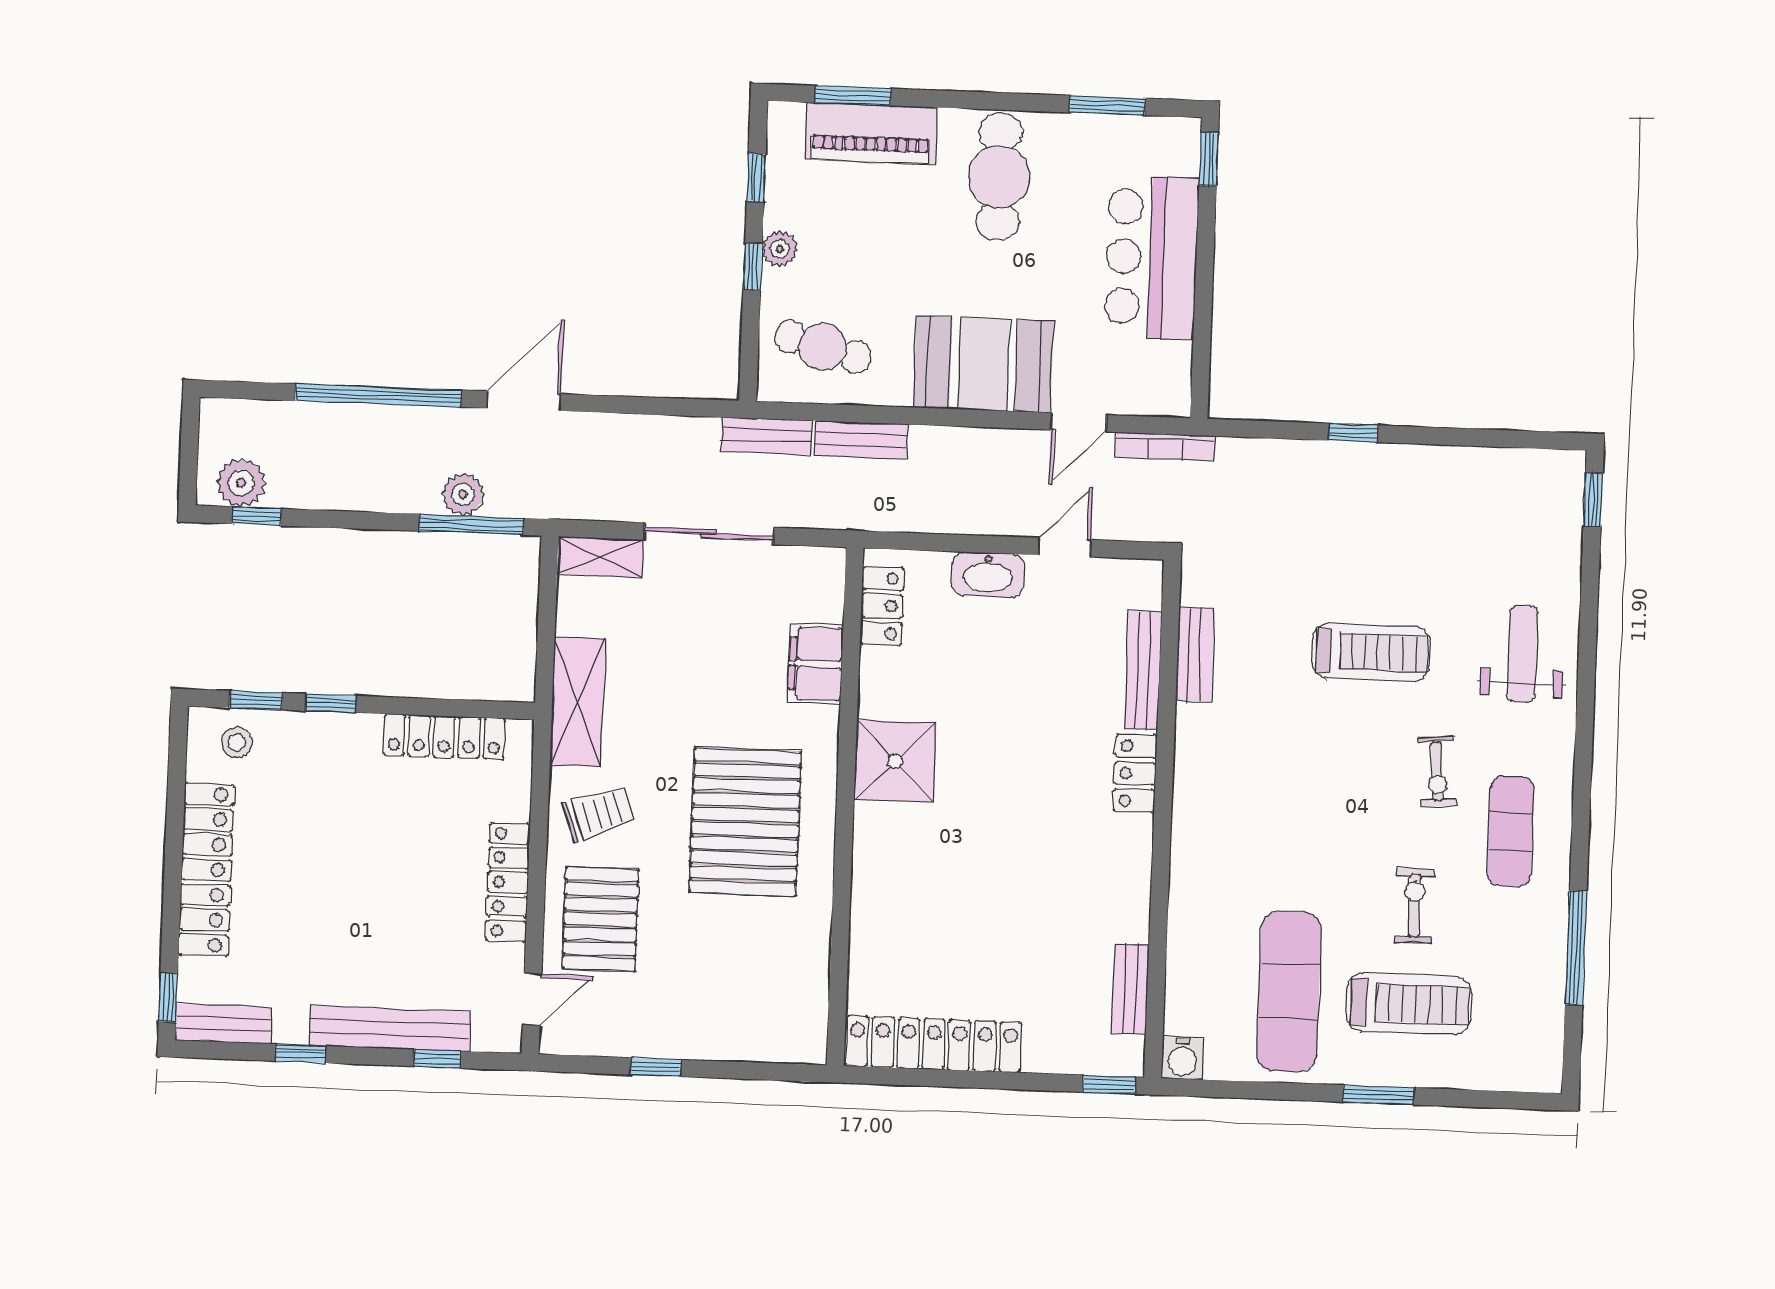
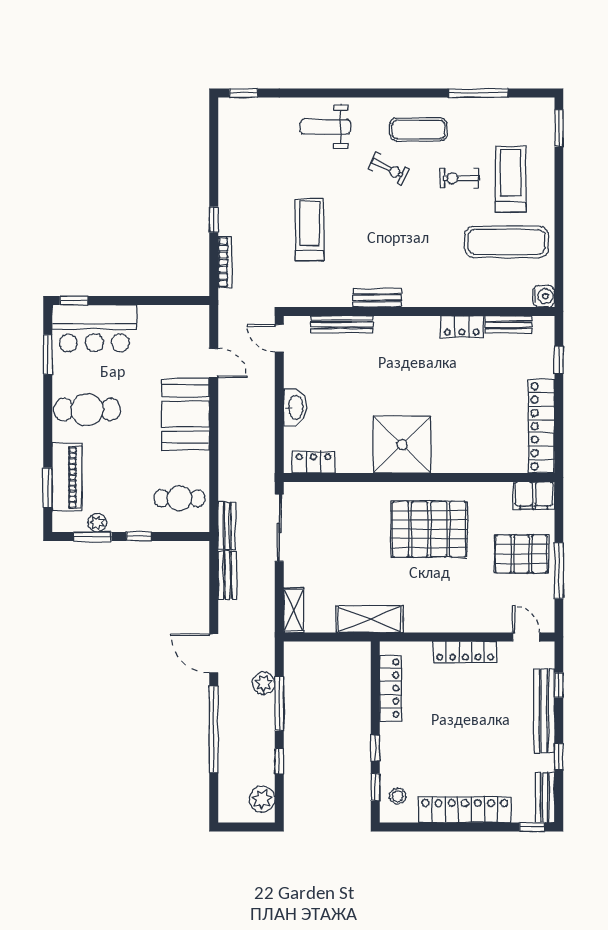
window: (756, 178) -> (92, 536), width x1.50
plant: (780, 249) -> (97, 523), moved
bar counter: (1152, 257) -> (94, 328), moved
cafe table: (823, 347) -> (179, 498), turned 75
bench: (861, 440) -> (227, 575), moved
bookcase: (1165, 447) -> (225, 262), moved
window: (257, 516) -> (279, 761), moved
window: (471, 525) -> (279, 703), moved
sliding door: (709, 534) -> (279, 528), moved
door: (1064, 547) -> (279, 338), moved
treadmill: (1371, 652) -> (309, 230), moved
bench: (1195, 655) -> (377, 298), moved
filing cabinet: (816, 664) -> (534, 496), moved
shower: (895, 761) -> (402, 444), width x1.37, depth x1.37
exercise bike: (1437, 771) -> (389, 169), turned 31
locker: (1135, 773) -> (462, 327), moved
trolley: (598, 814) -> (428, 606), removed
pallet: (600, 919) -> (521, 554), moved
window: (656, 1067) -> (559, 571), width x2.17
window: (1109, 1085) -> (559, 360), moved
window: (1378, 1095) -> (559, 128), moved

